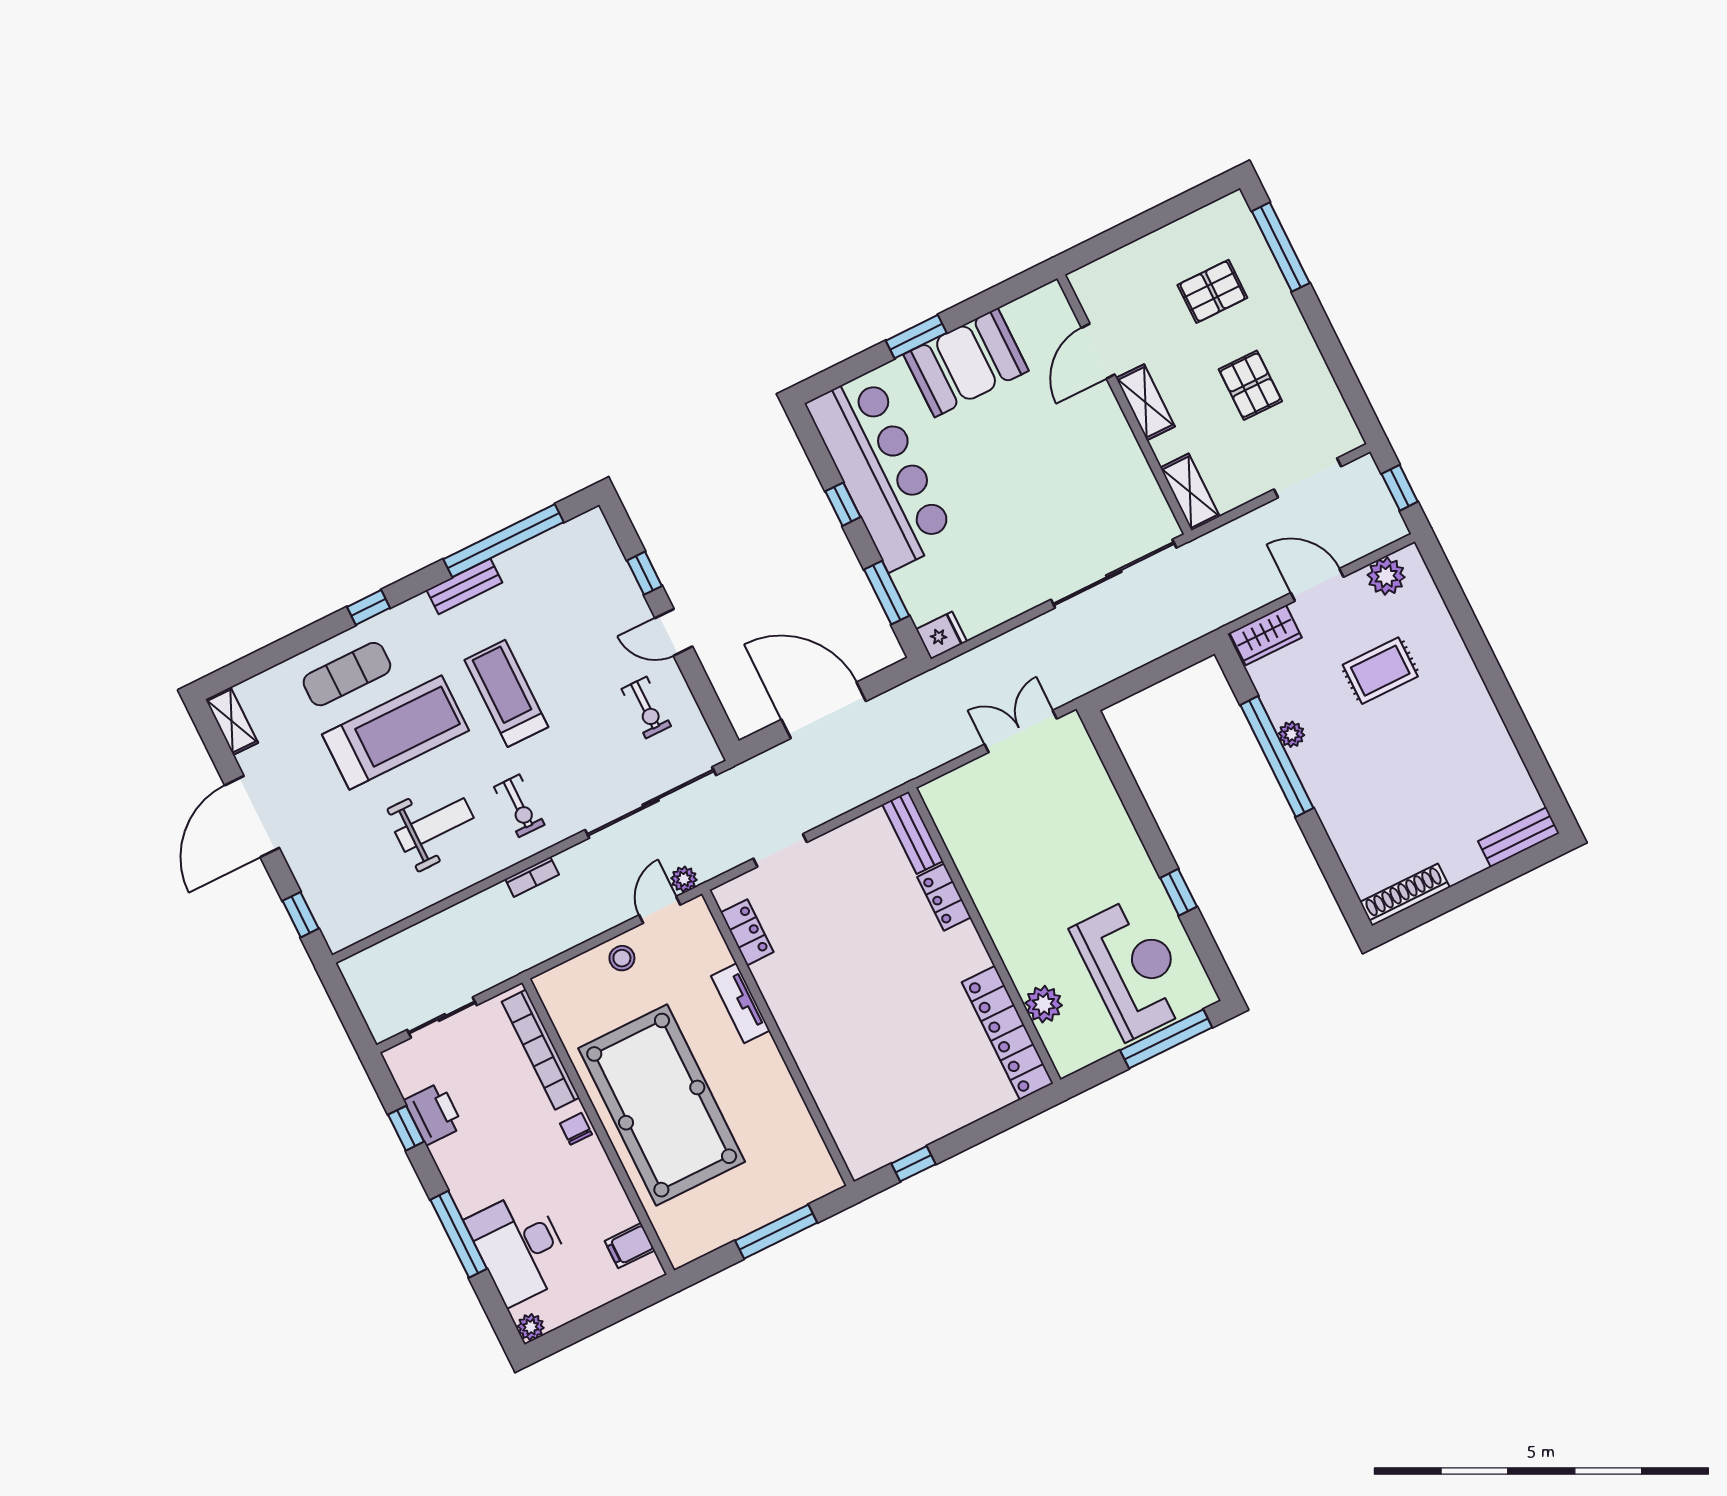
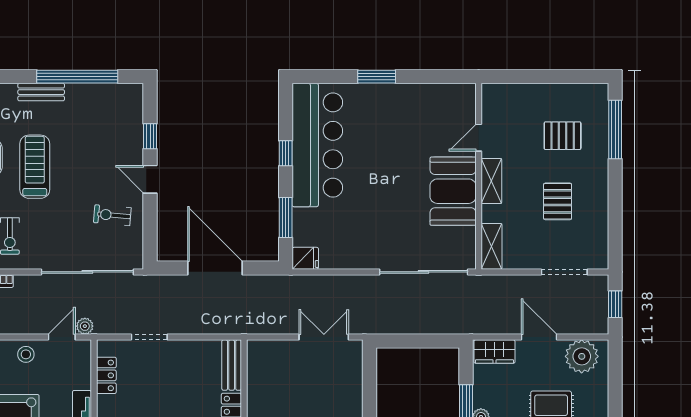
door: (1098, 351) -> (479, 138), width x0.73
booth: (966, 363) -> (453, 191), moved, turned 90
plant: (1386, 576) -> (582, 356), width x1.36, depth x1.36
exercise bike: (646, 707) -> (112, 215), turned 95

